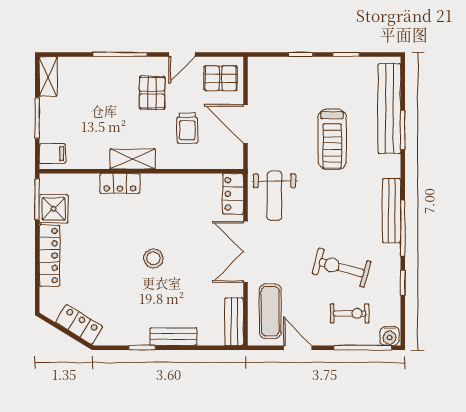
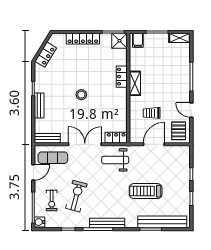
pallet: (152, 93) -> (171, 94), removed
shower: (54, 209) -> (119, 41), moved

